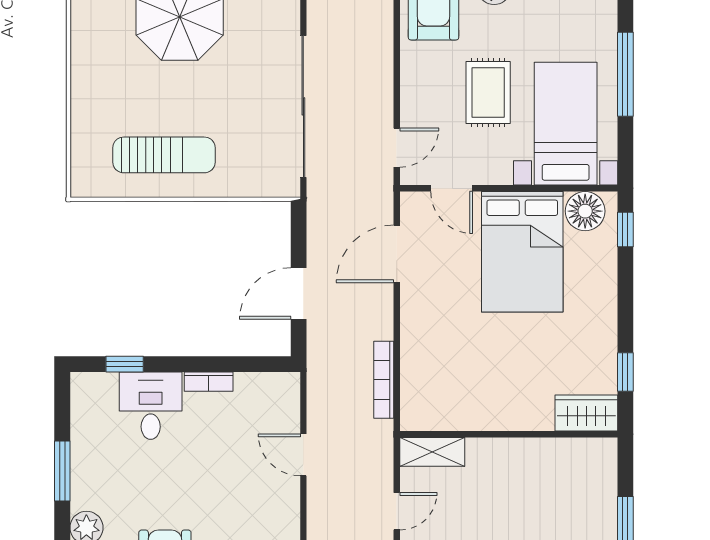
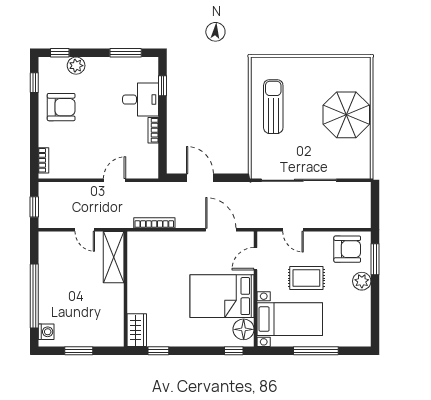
door: (397, 148) -> (293, 230), moved
sun lounger: (164, 155) -> (273, 107), turned 180
shelving: (432, 452) -> (114, 257), width x1.50, depth x1.33
window: (62, 471) -> (126, 53), moved

